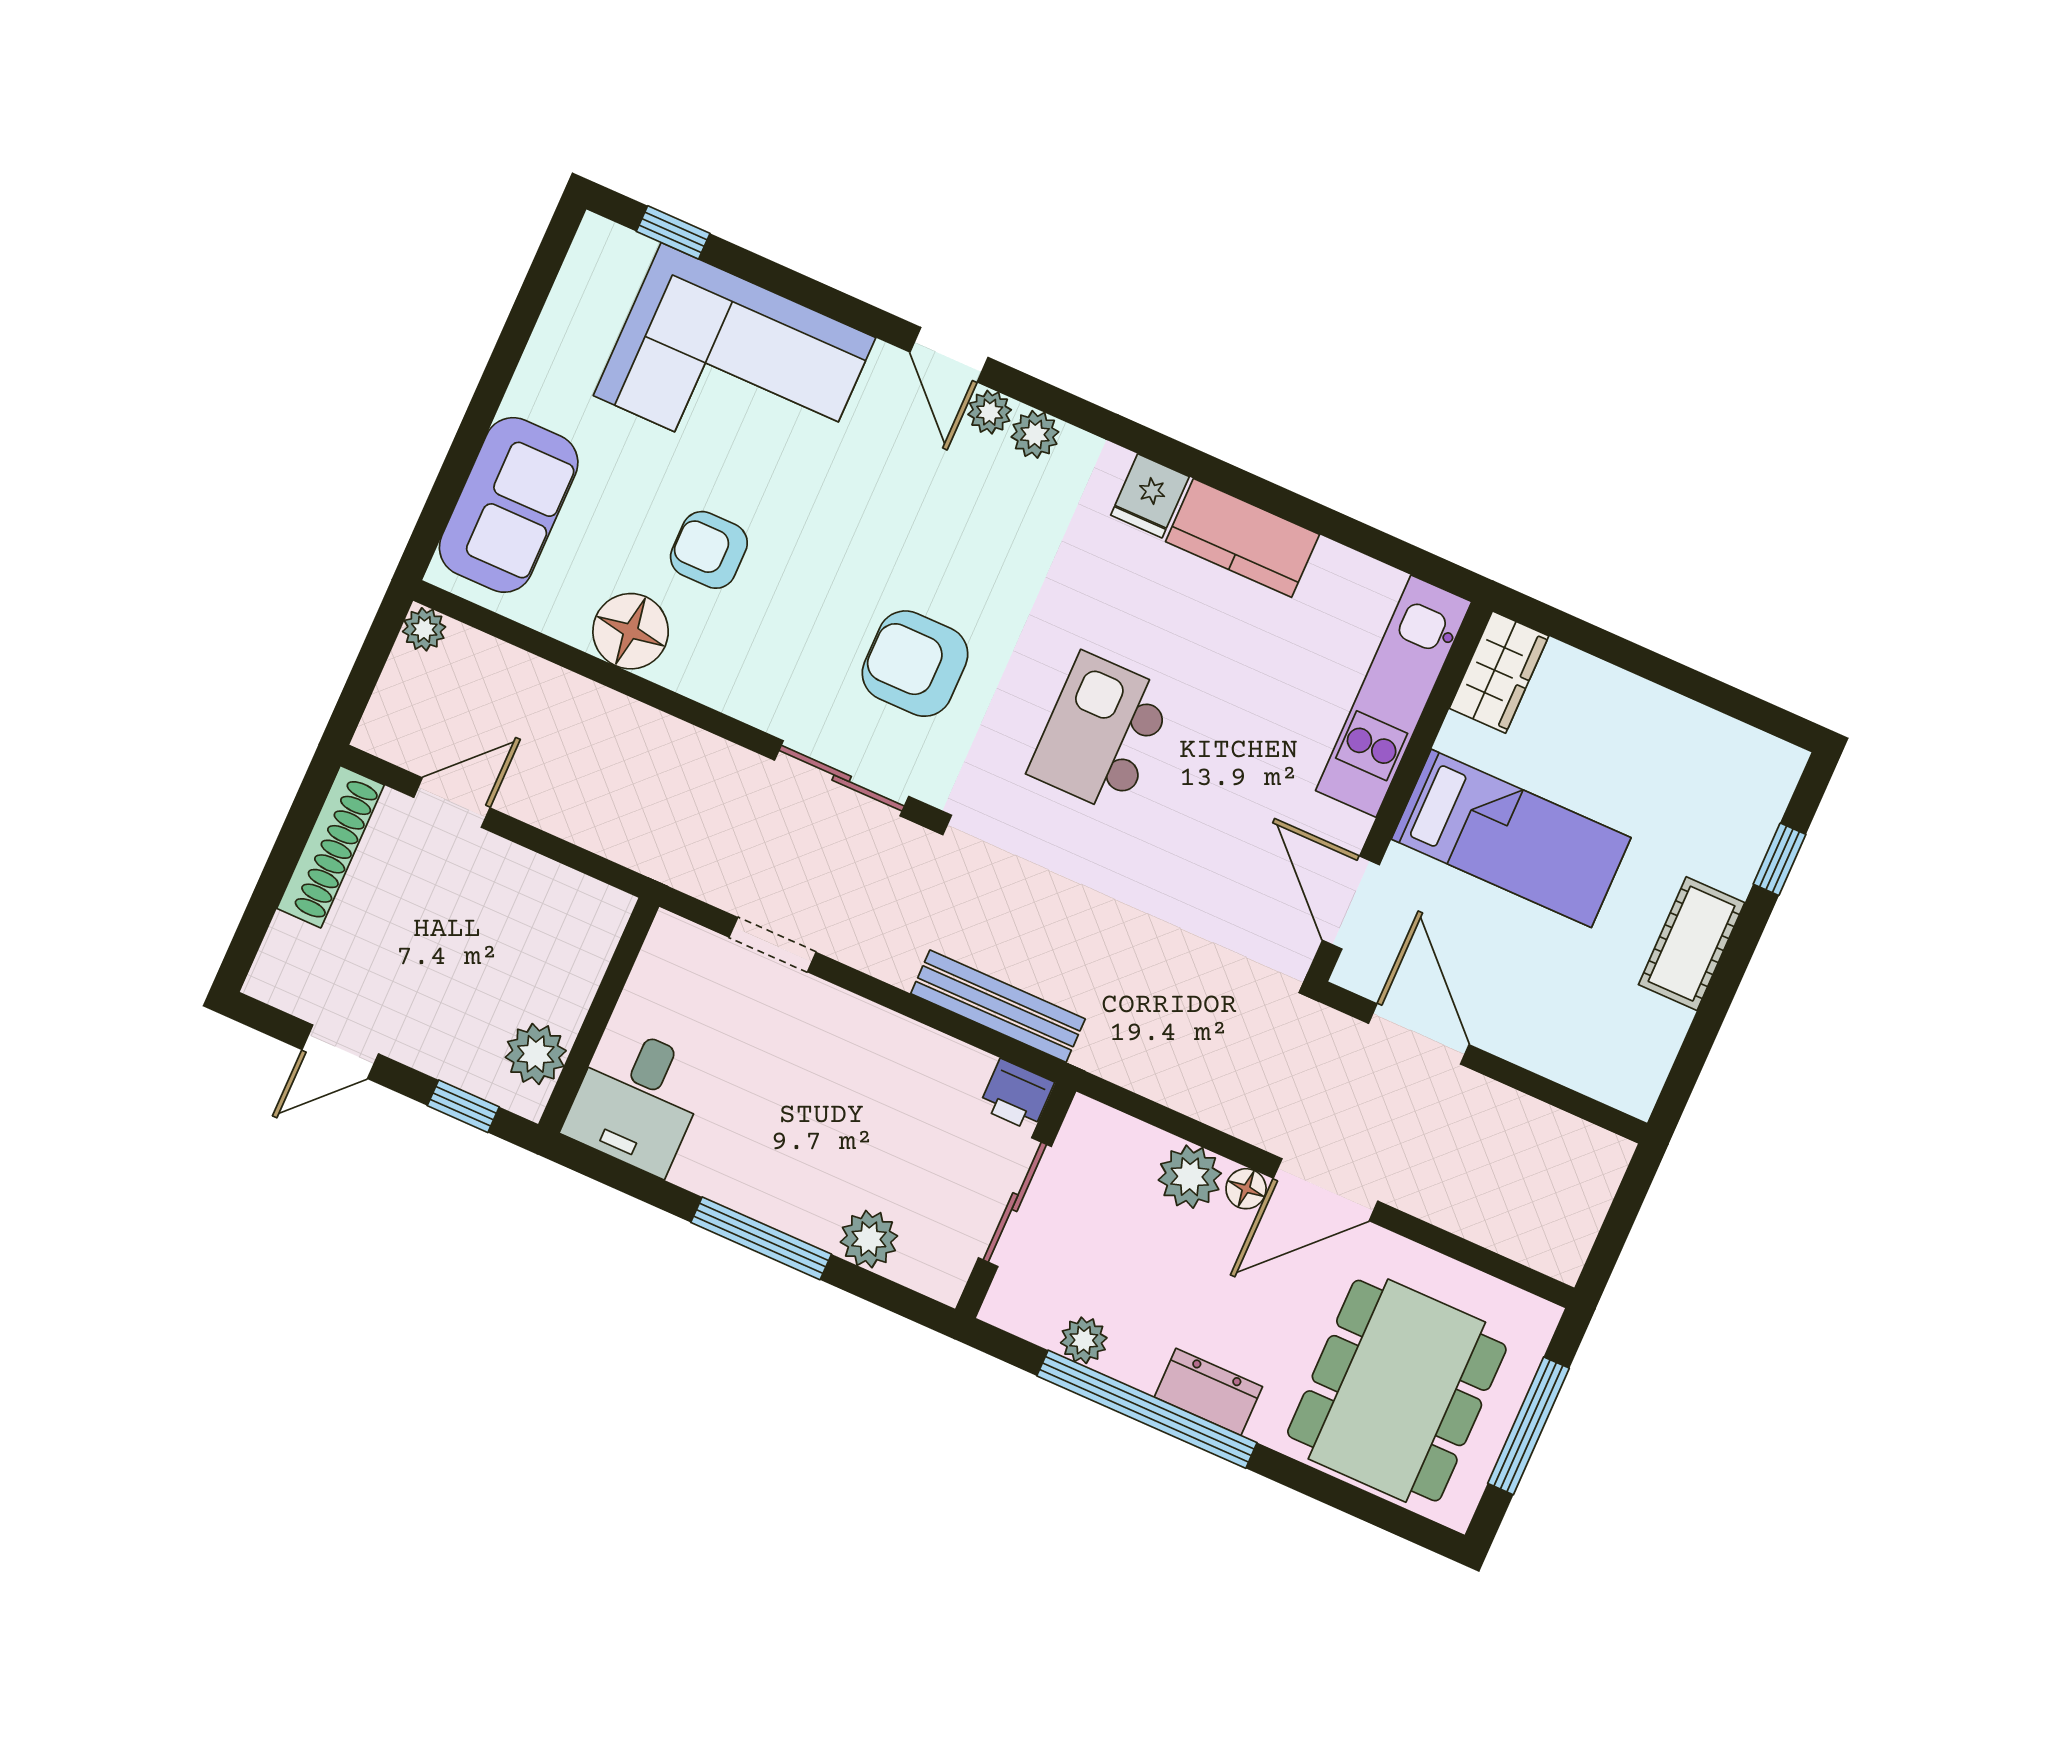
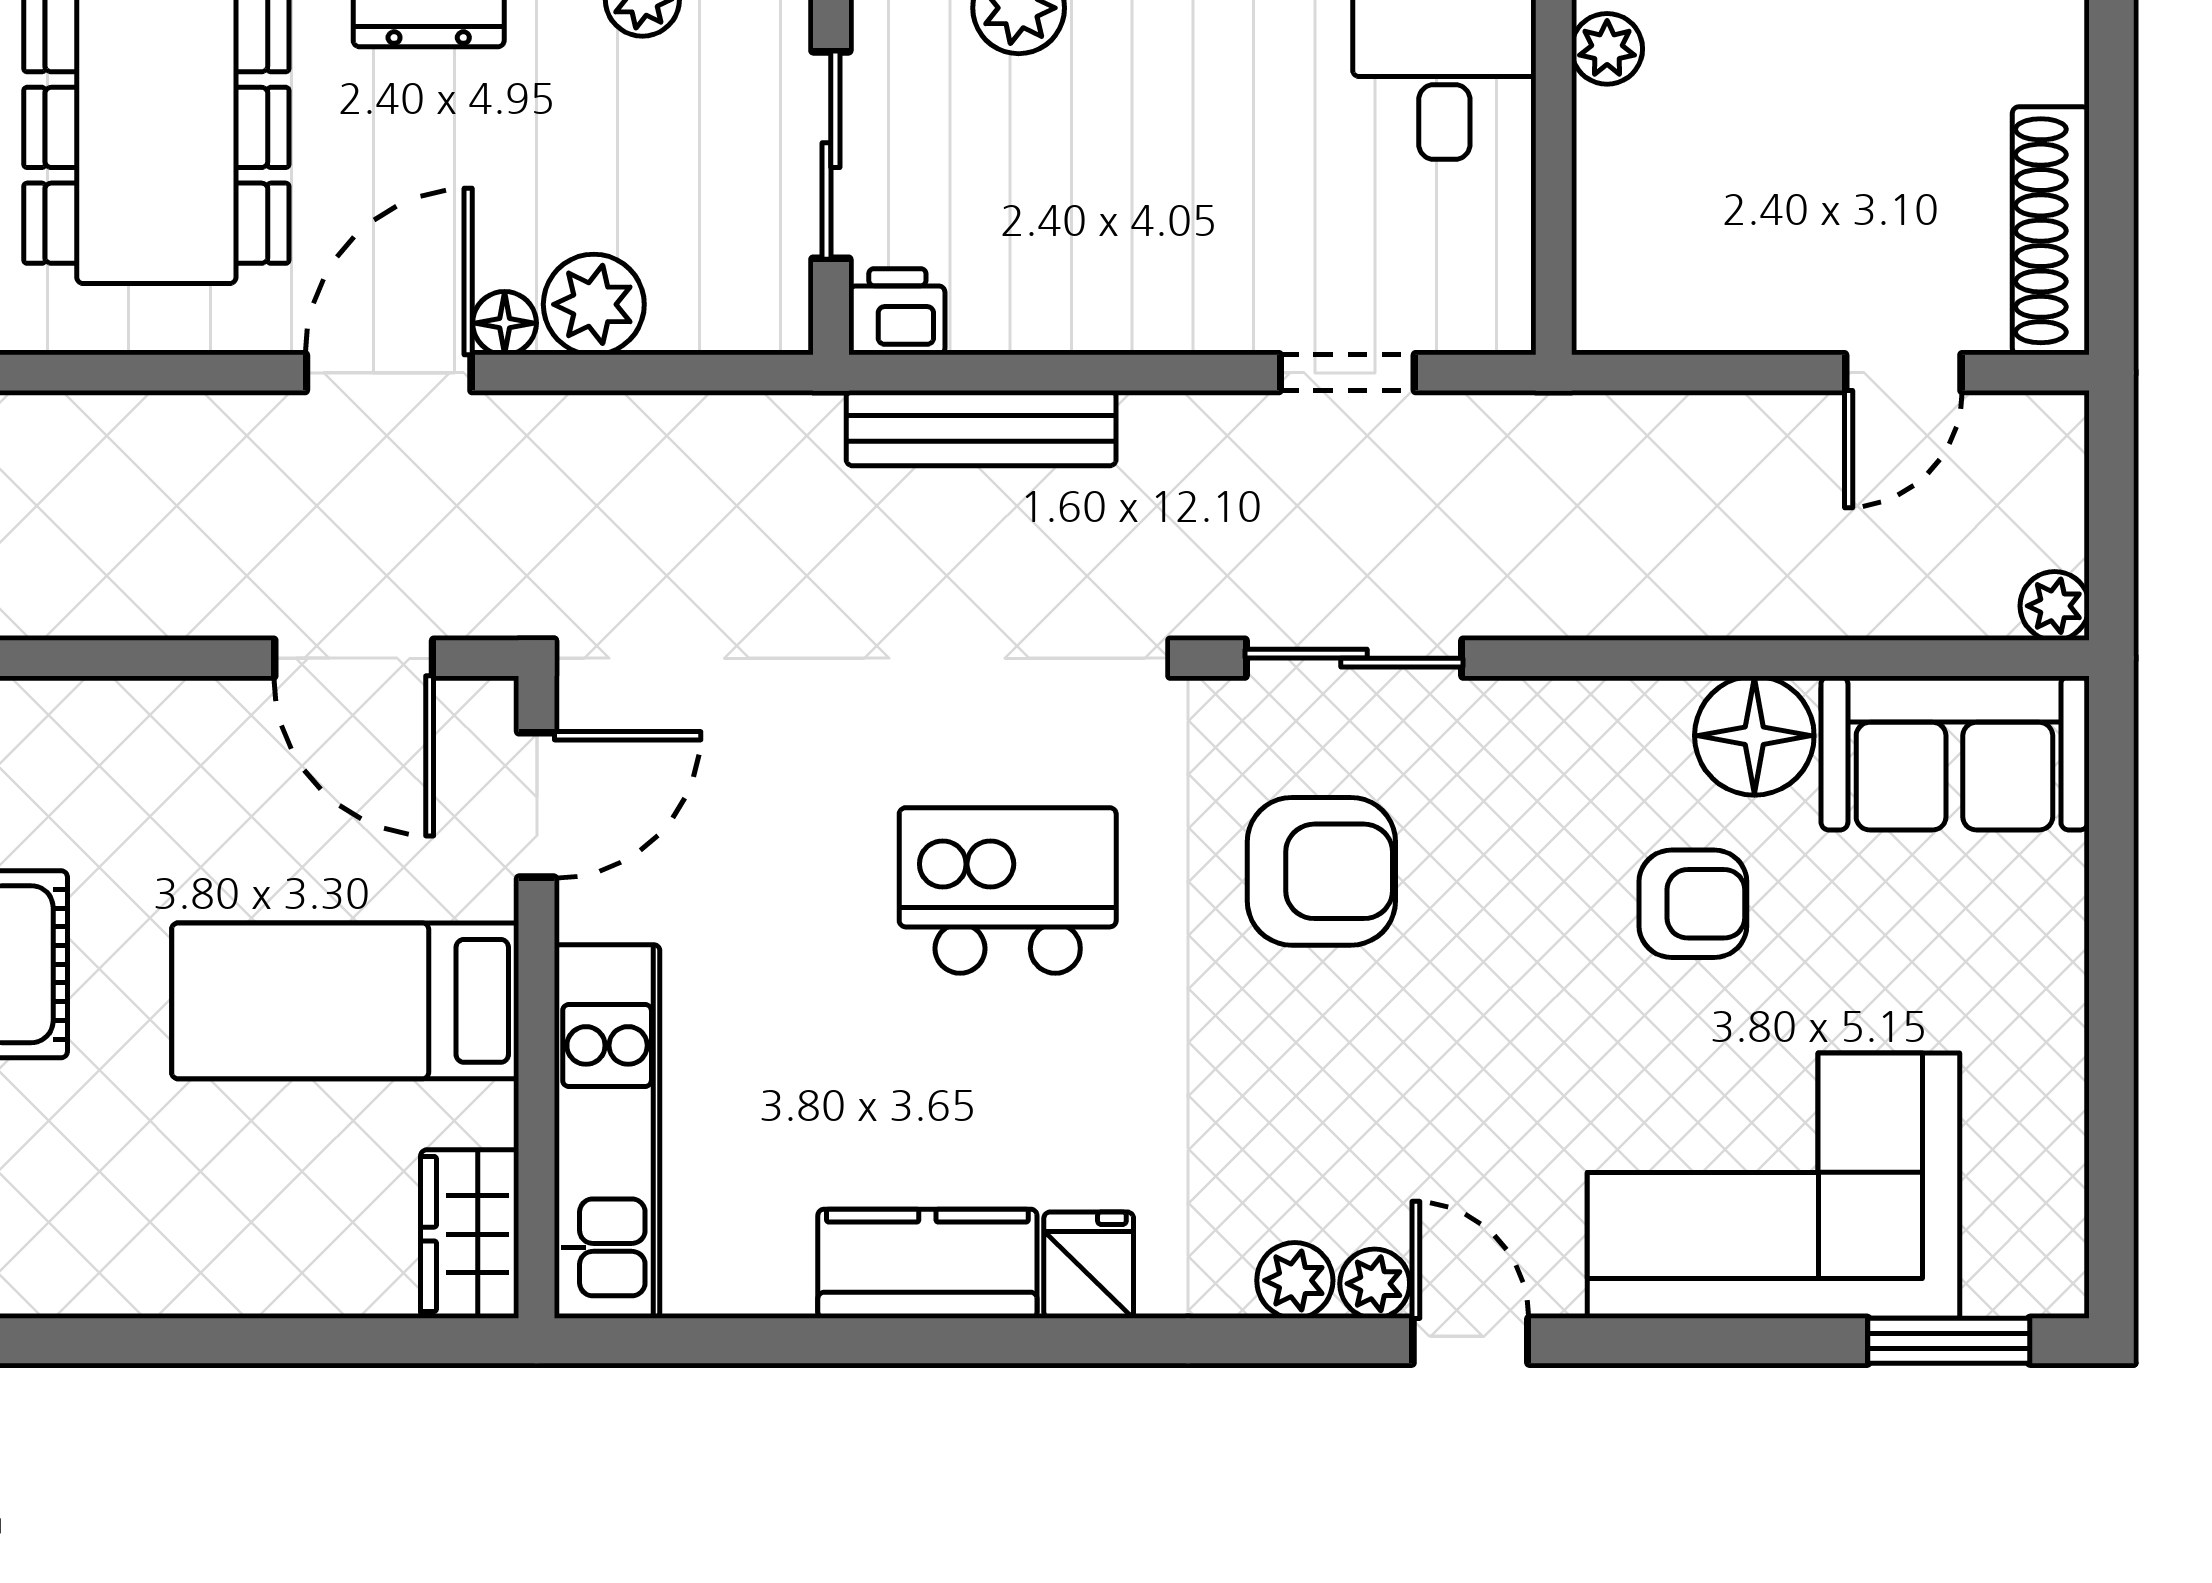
window: (673, 232) -> (1949, 1341), width x1.50
sofa: (509, 505) -> (1954, 753), moved, turned -90
kitchen island: (1101, 733) -> (1008, 891), turned -90
door: (1351, 903) -> (537, 805), hinge flipped
plant: (536, 1054) -> (1607, 49), width x0.73, depth x0.73

